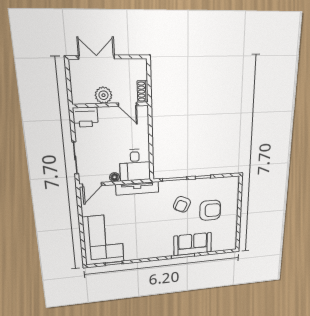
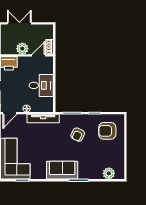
door: (127, 104) -> (39, 55), swing flipped
desk: (135, 165) -> (41, 85), moved, turned -90
armchair: (210, 210) -> (107, 131), moved, turned 180
sofa: (193, 244) -> (62, 170), moved
plant: (219, 245) -> (109, 173), added

